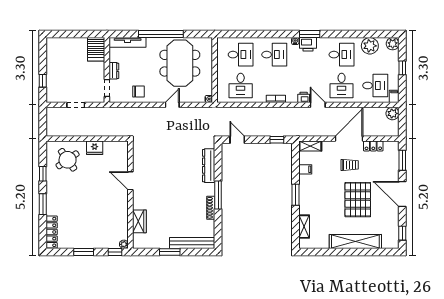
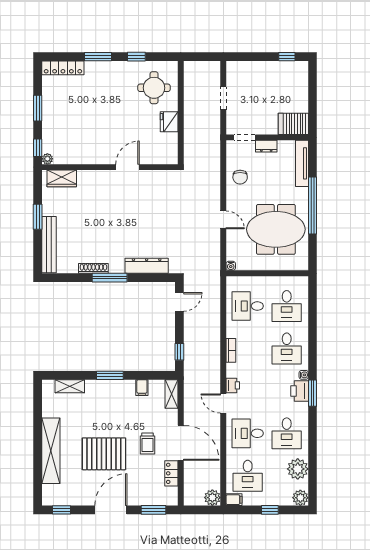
window: (43, 81) -> (287, 57), moved
door: (318, 105) -> (223, 403), swing flipped
round table: (68, 160) -> (154, 88), turned 35
wardrobe: (139, 221) -> (62, 178), moved

